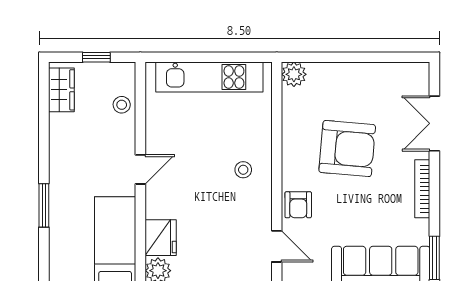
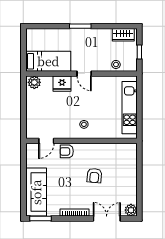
plant: (294, 74) -> (131, 210), moved
armchair: (347, 149) -> (94, 176), width x0.53, depth x0.53
window: (44, 205) -> (80, 26), moved
fridge: (161, 238) -> (62, 84), moved

